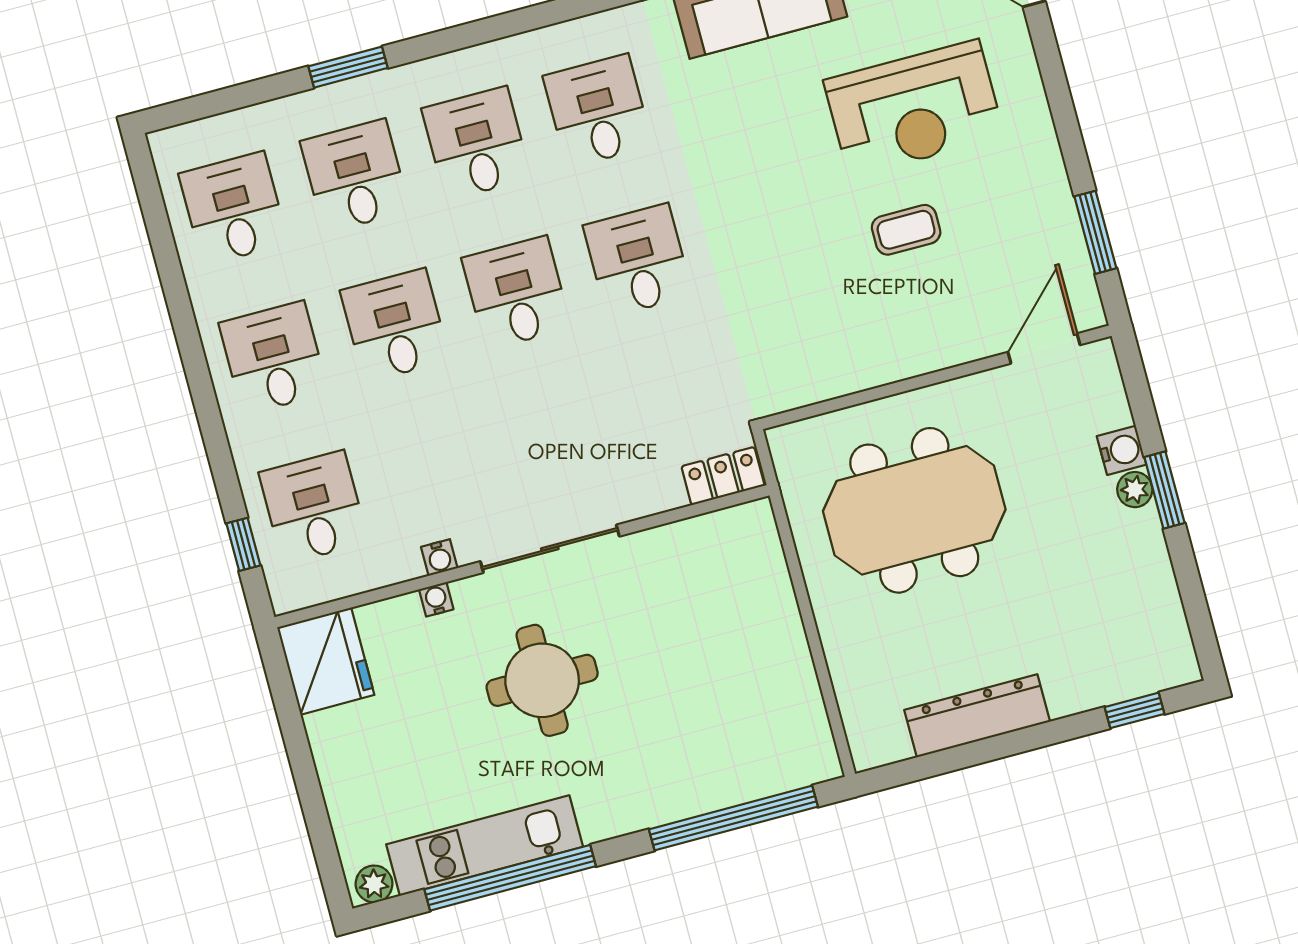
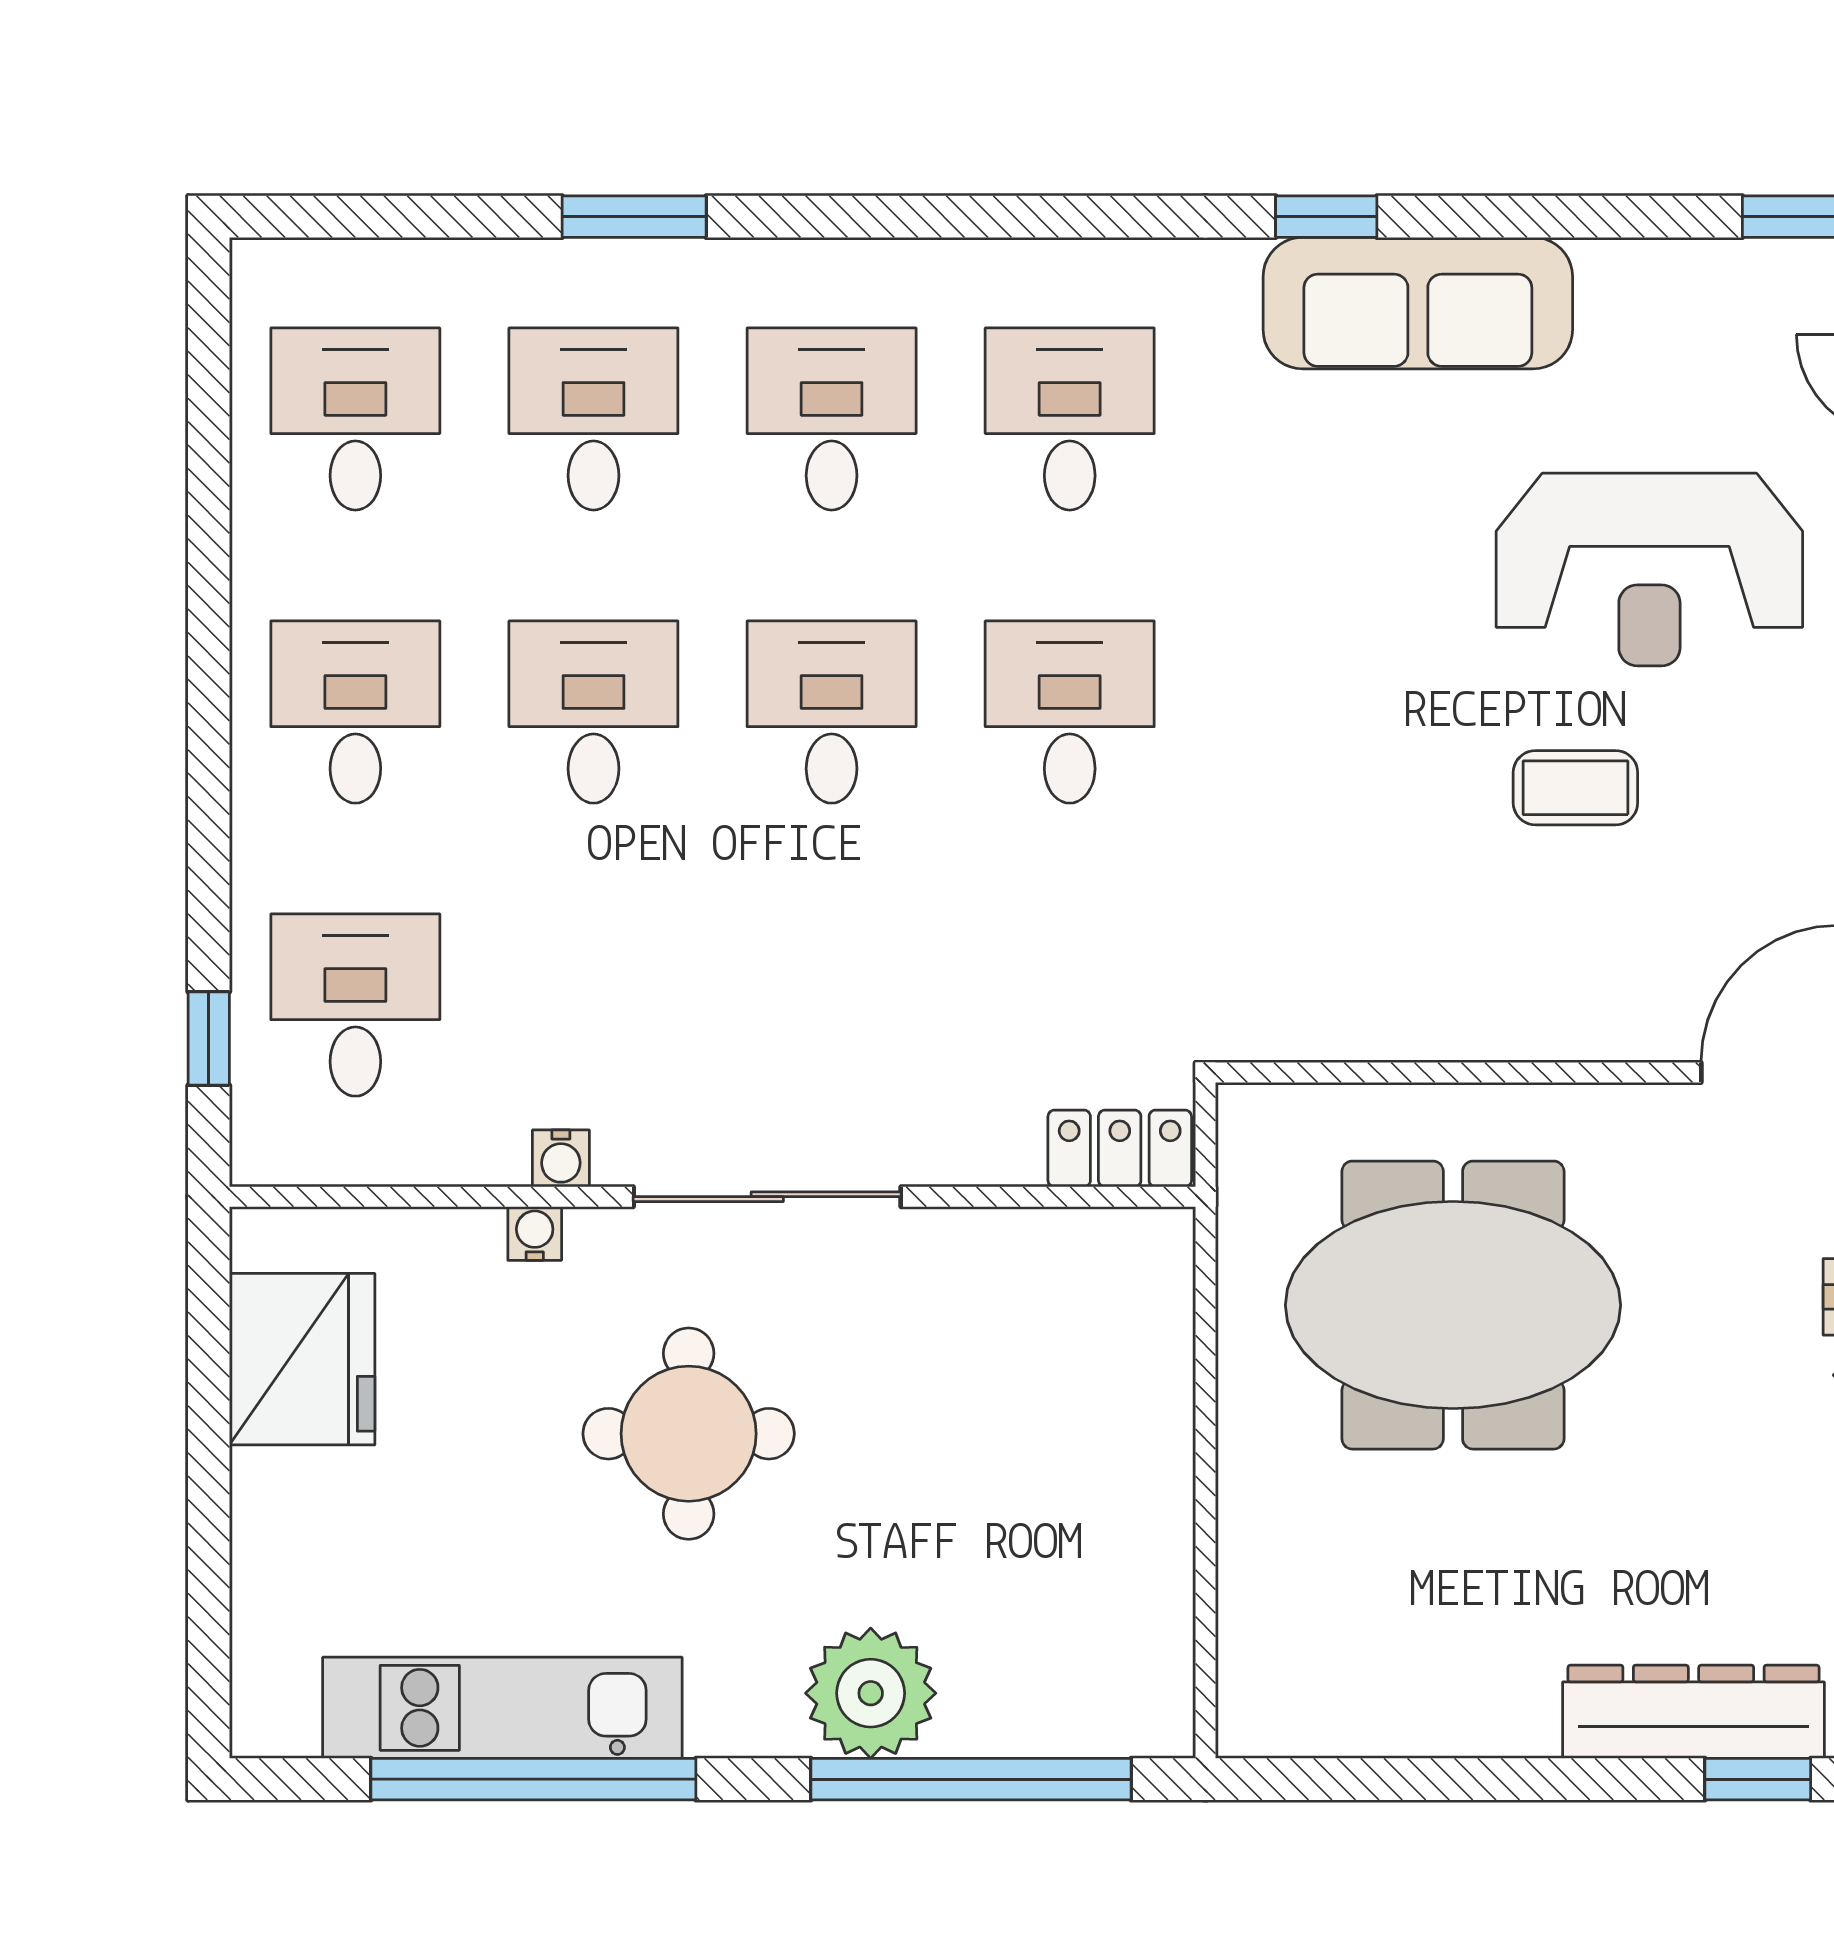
fridge: (326, 661) -> (302, 1359), moved
dresser: (977, 716) -> (1694, 1712), moved
plant: (374, 884) -> (871, 1693), moved, width x1.88, depth x1.88

